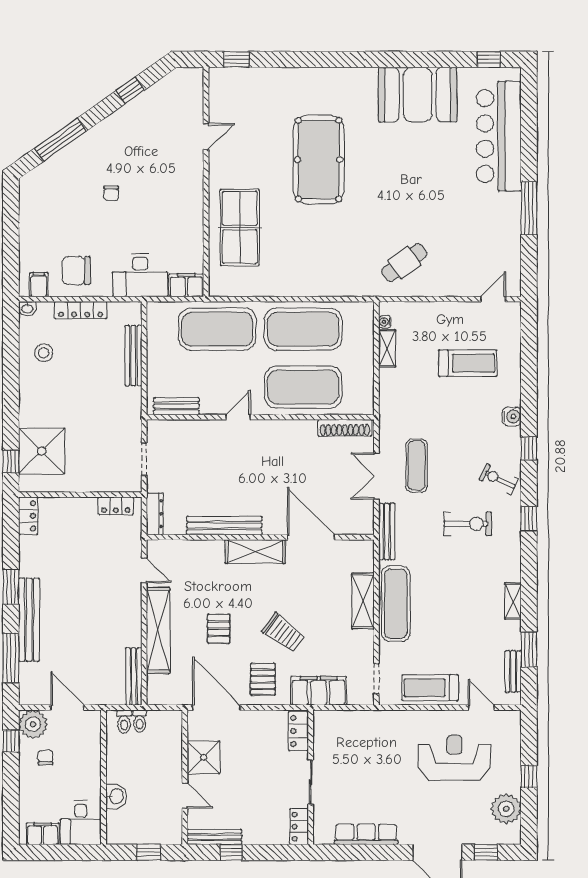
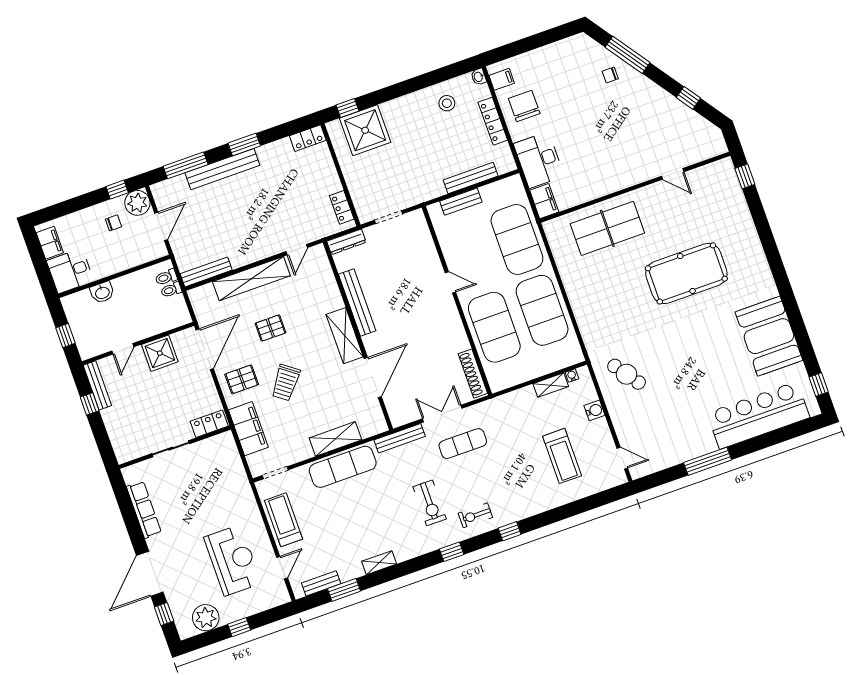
chair: (111, 193) -> (610, 75), moved
bench: (176, 406) -> (461, 202), moved, turned 90
water cooler: (512, 416) -> (594, 410), moved, turned -90
exercise bike: (499, 479) -> (475, 515), turned -116
locker: (299, 827) -> (131, 452), removed

